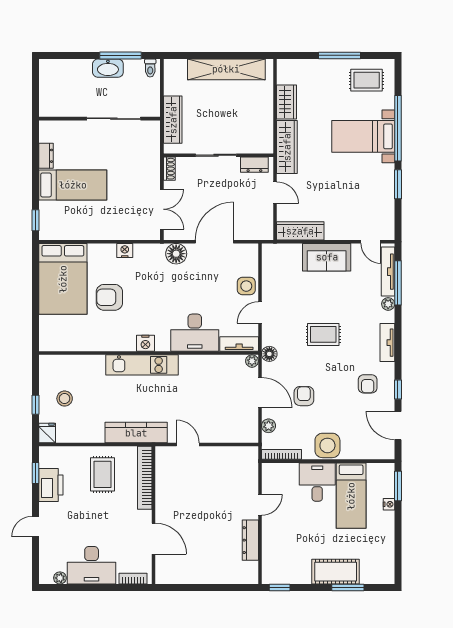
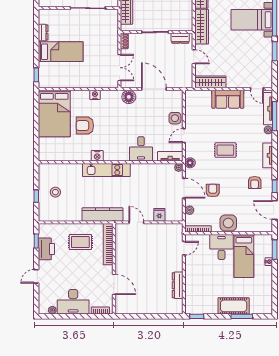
door: (214, 242) -> (154, 89), hinge flipped
desk: (195, 333) -> (141, 149), width x0.73
nightstand: (145, 343) -> (97, 156), moved
fridge: (47, 433) -> (159, 215), moved
rug: (103, 474) -> (80, 242), turned 90
door: (260, 505) -> (184, 248), moved

